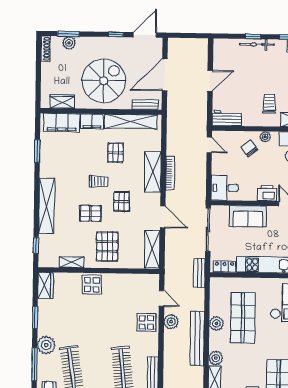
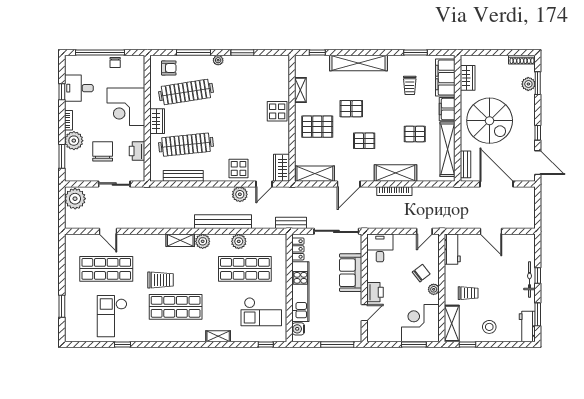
trolley: (98, 181) -> (410, 85), moved
pallet: (90, 213) -> (351, 109), turned 90
wardrobe: (46, 285) -> (281, 168), moved, turned 90
plant: (46, 345) -> (218, 60), width x0.53, depth x0.53

